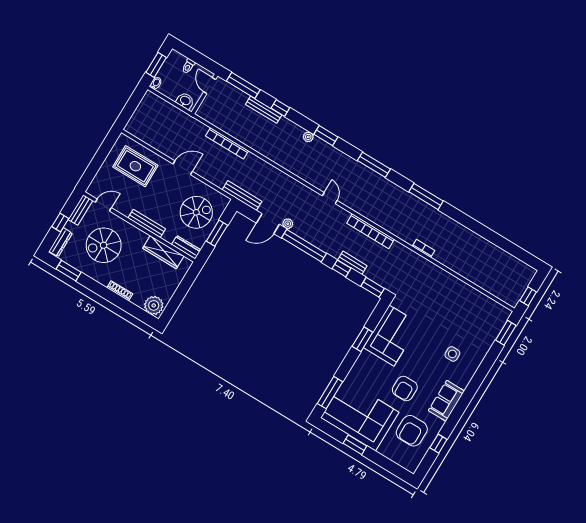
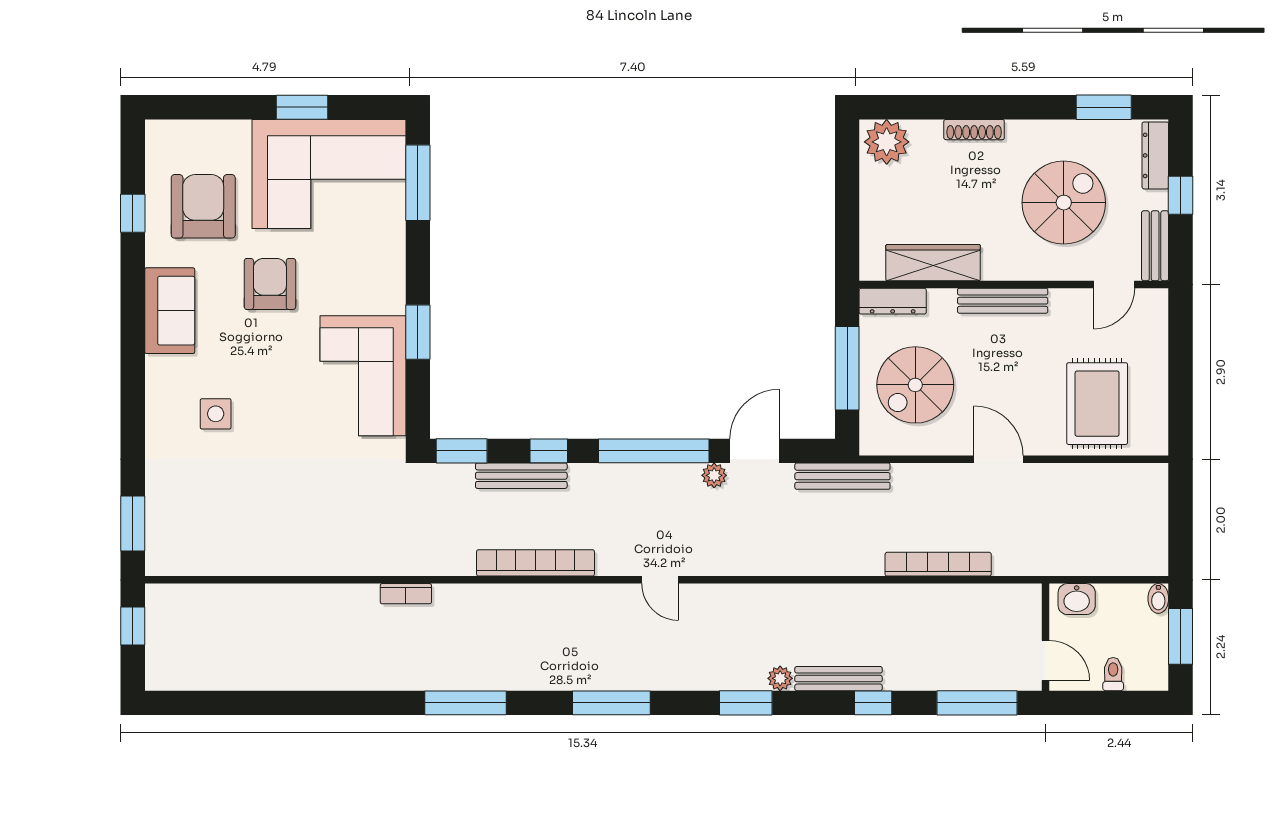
bench: (264, 110) -> (838, 679), moved
rug: (135, 166) -> (1097, 404), turned 90
door: (183, 168) -> (998, 459), swing flipped
window: (217, 233) -> (847, 368), width x1.44
bench: (352, 263) -> (521, 476), width x1.36

